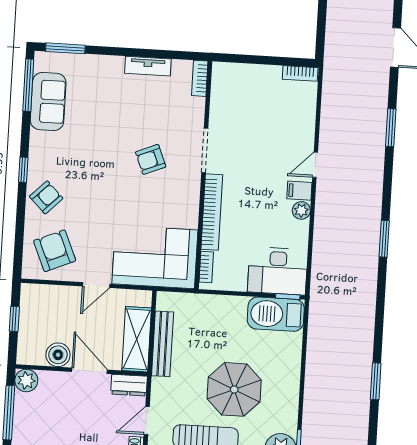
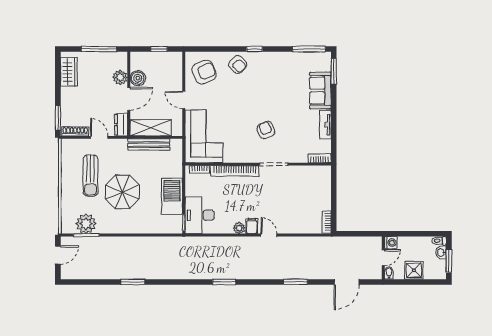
sofa: (48, 102) -> (320, 90), moved, turned 90
barbecue: (276, 314) -> (172, 196), moved
plant: (26, 381) -> (120, 77), moved

